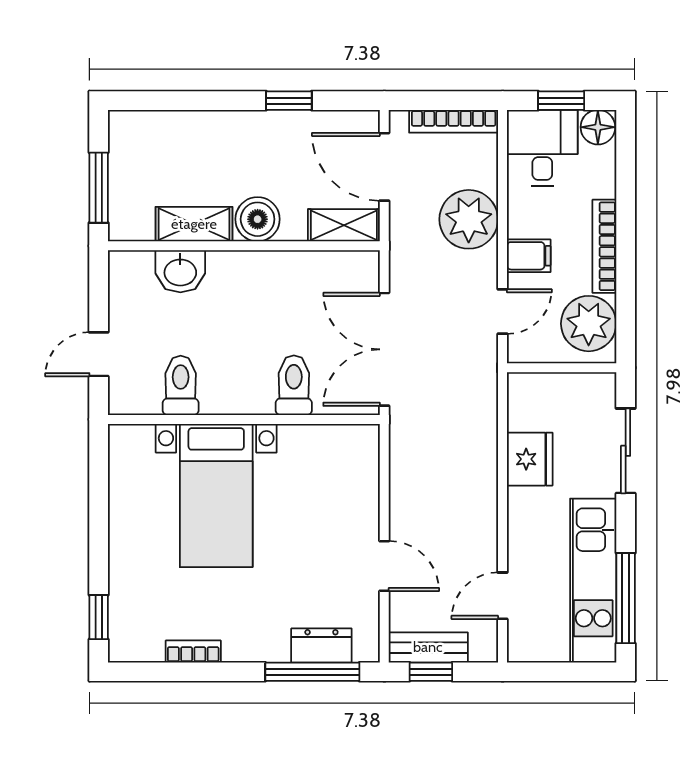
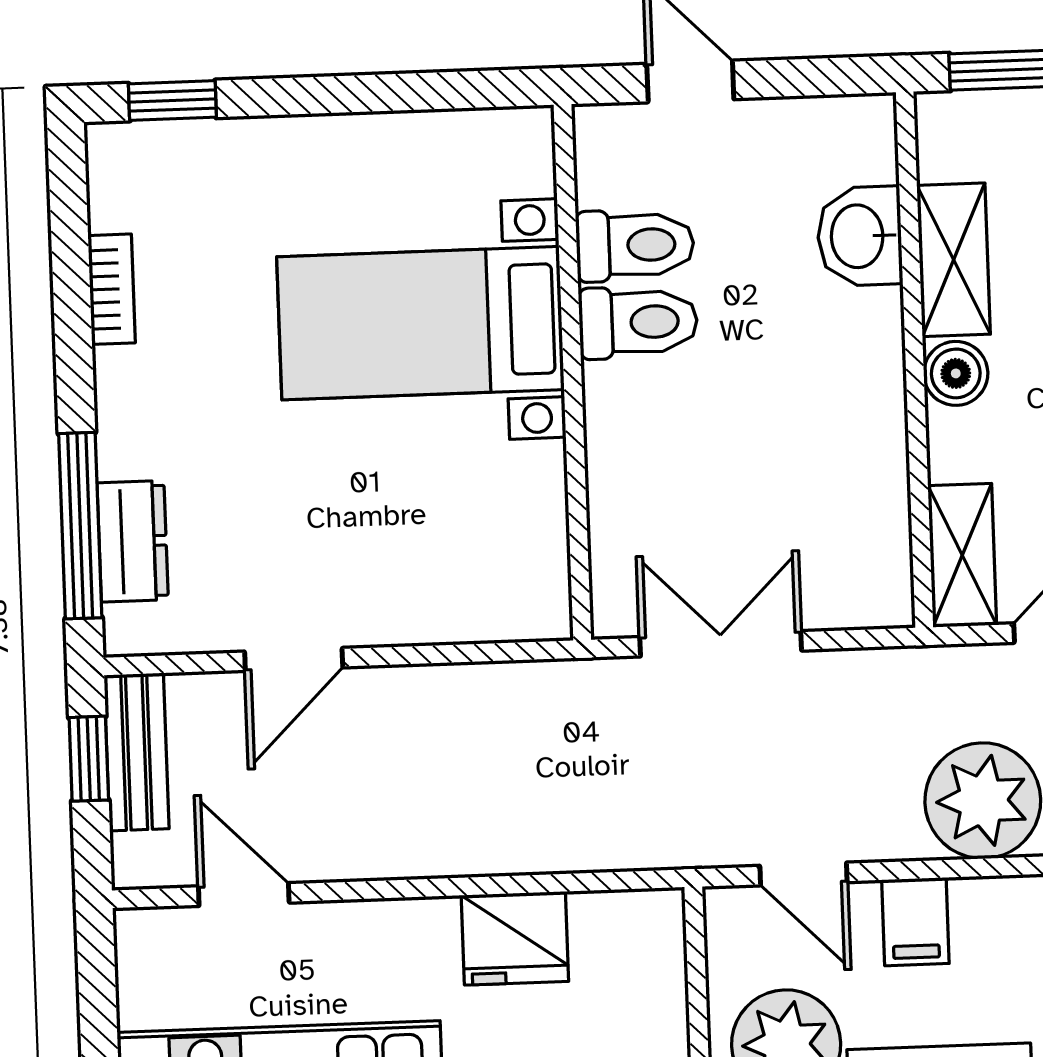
boiler: (258, 219) -> (956, 373), width x0.73, depth x0.73
double door: (384, 349) -> (721, 644), width x0.73
toilet: (294, 385) -> (638, 322), moved

